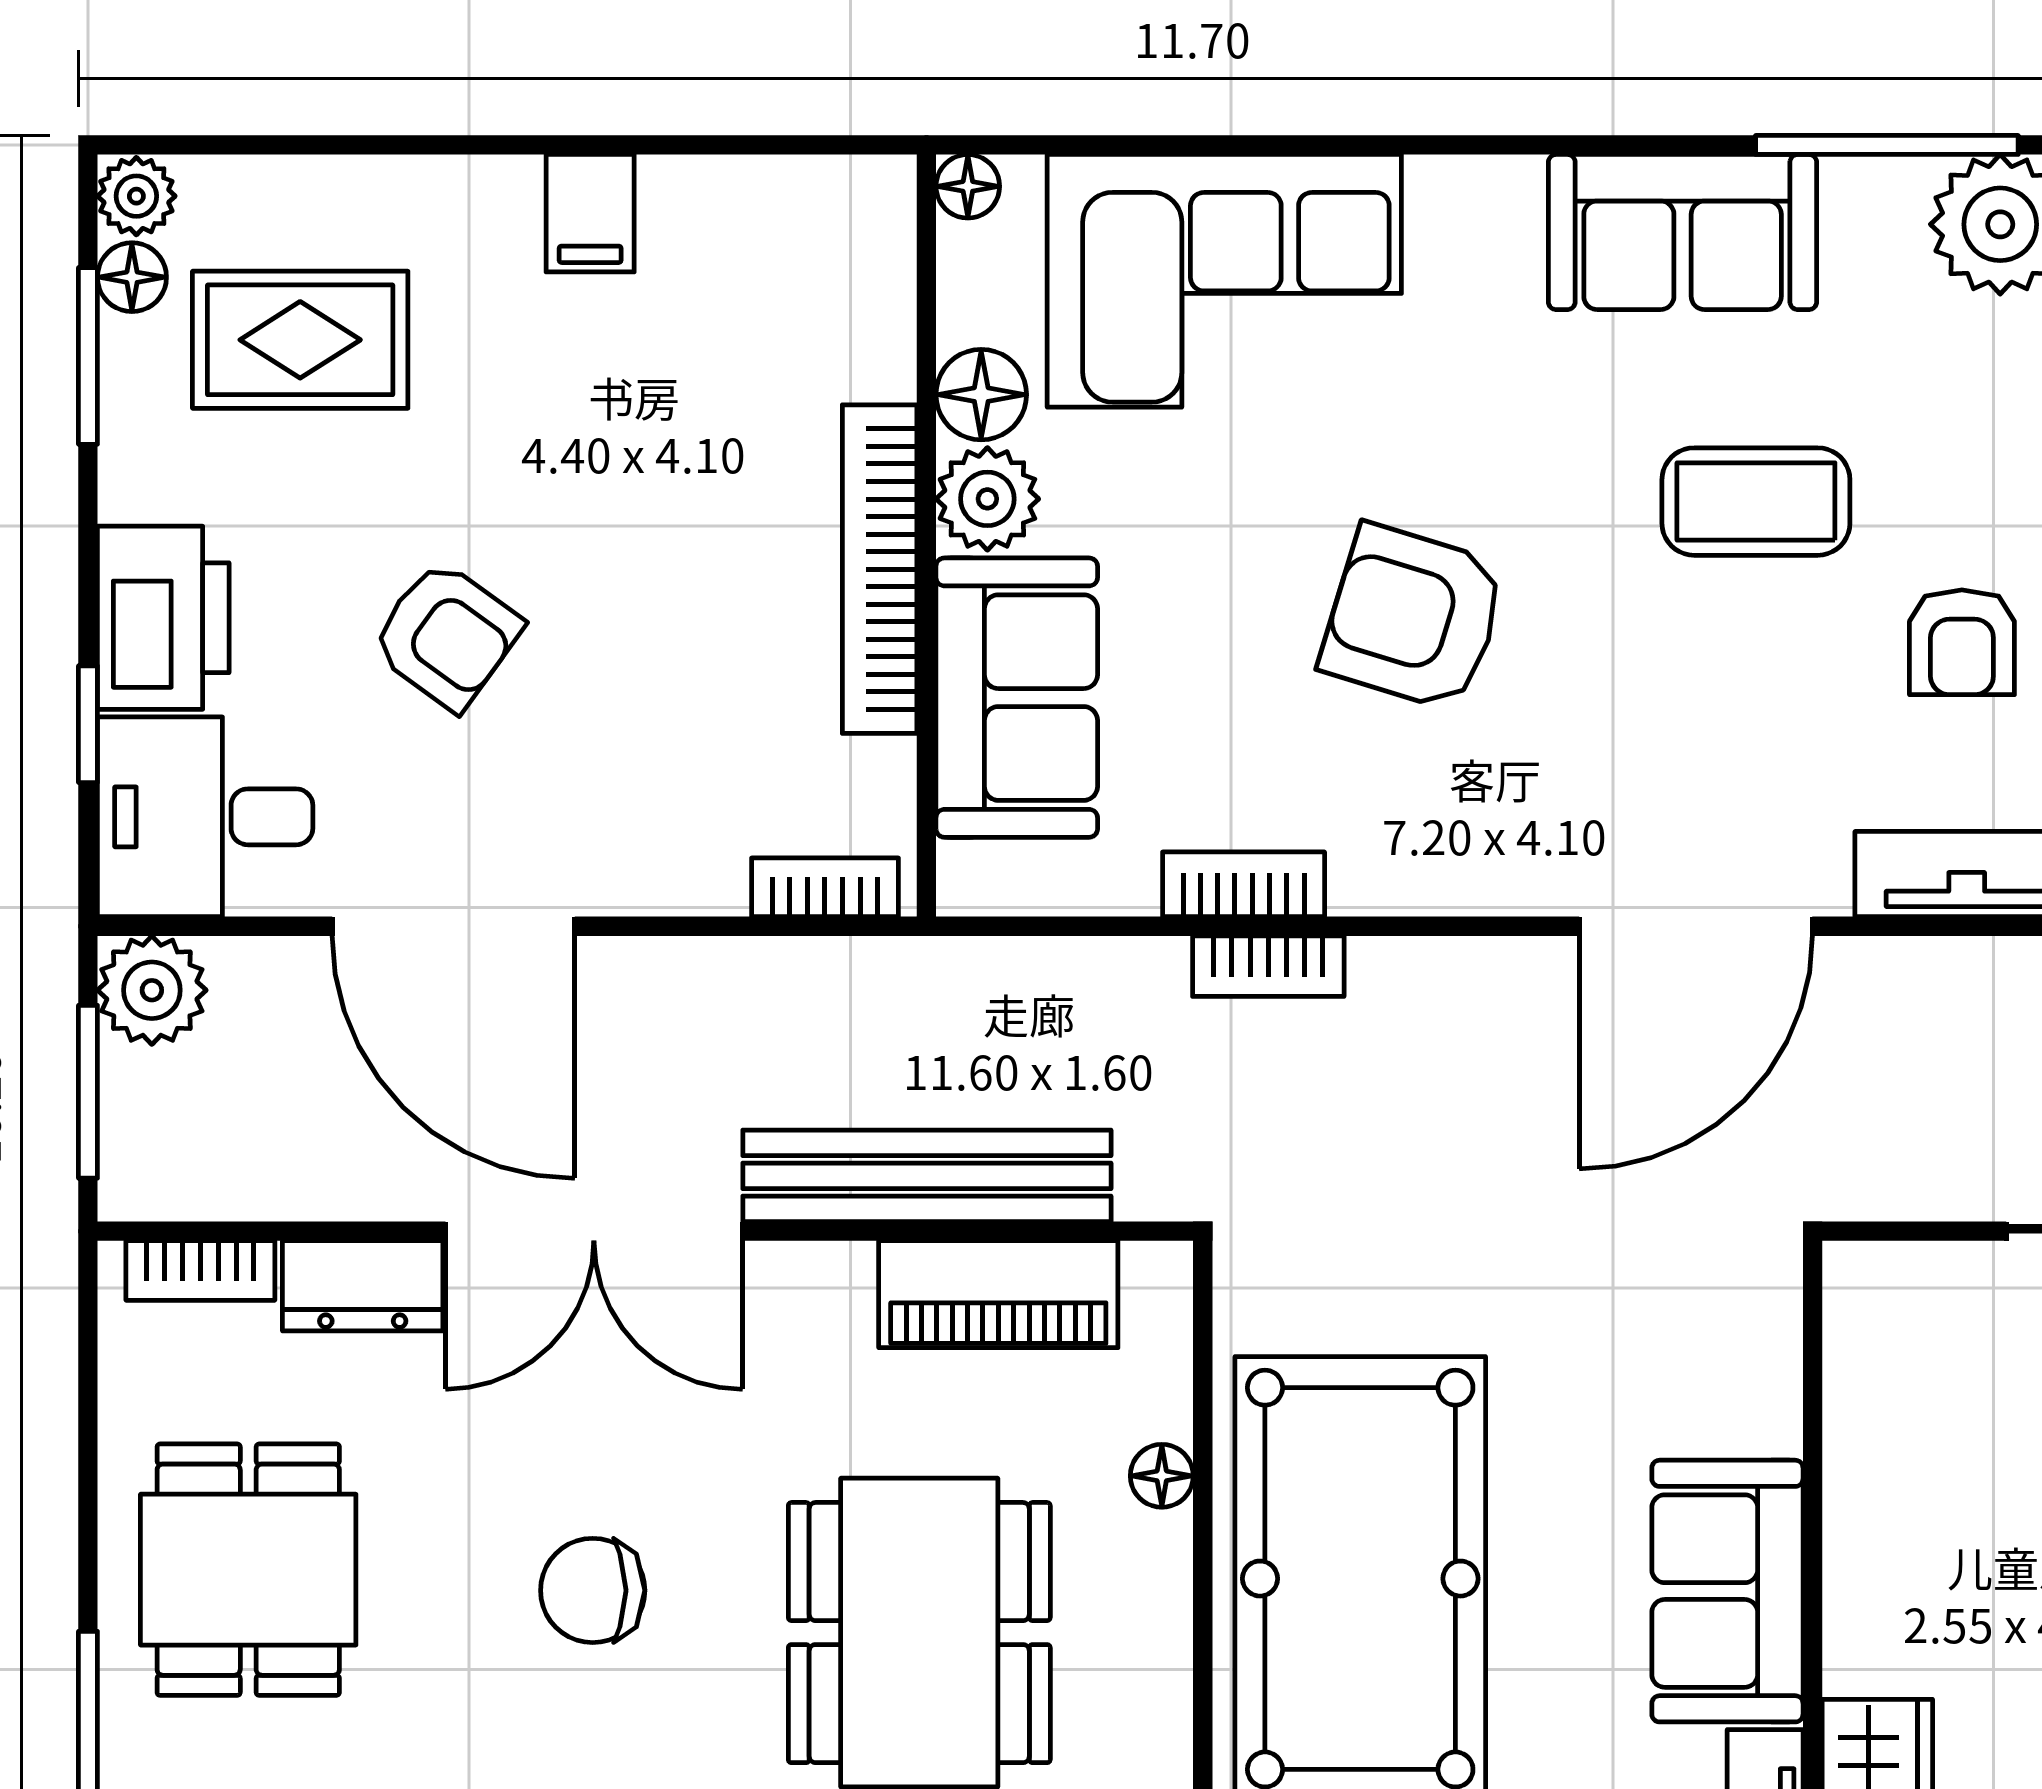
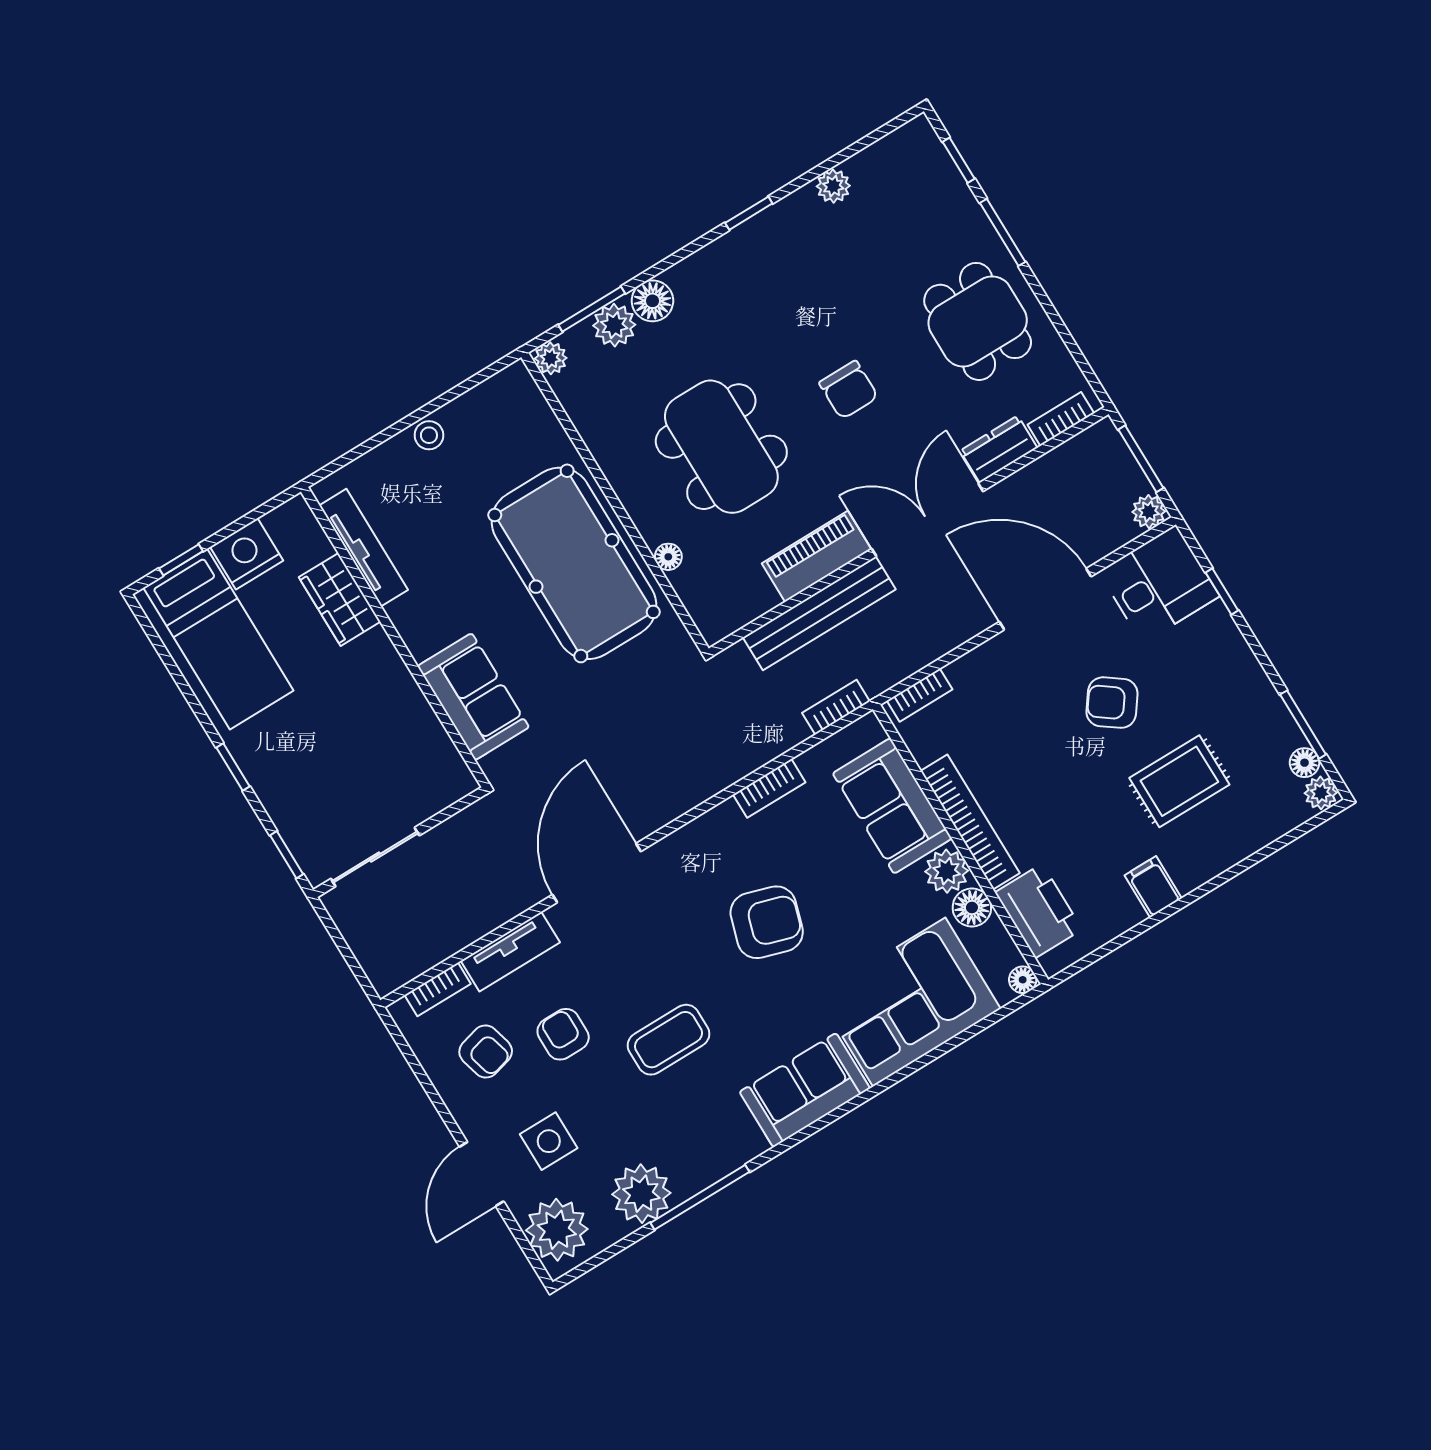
sofa: (1683, 232) -> (805, 1090), moved
rug: (300, 340) -> (1179, 781), moved
printer: (163, 618) -> (1038, 911), moved, turned 180
bookcase: (1268, 966) -> (836, 707), moved
plant: (152, 990) -> (1149, 512), width x0.73, depth x0.73
piano: (998, 1294) -> (817, 556), moved
chair: (593, 1590) -> (849, 390), turned 90
sofa: (1727, 1591) -> (473, 697), moved

